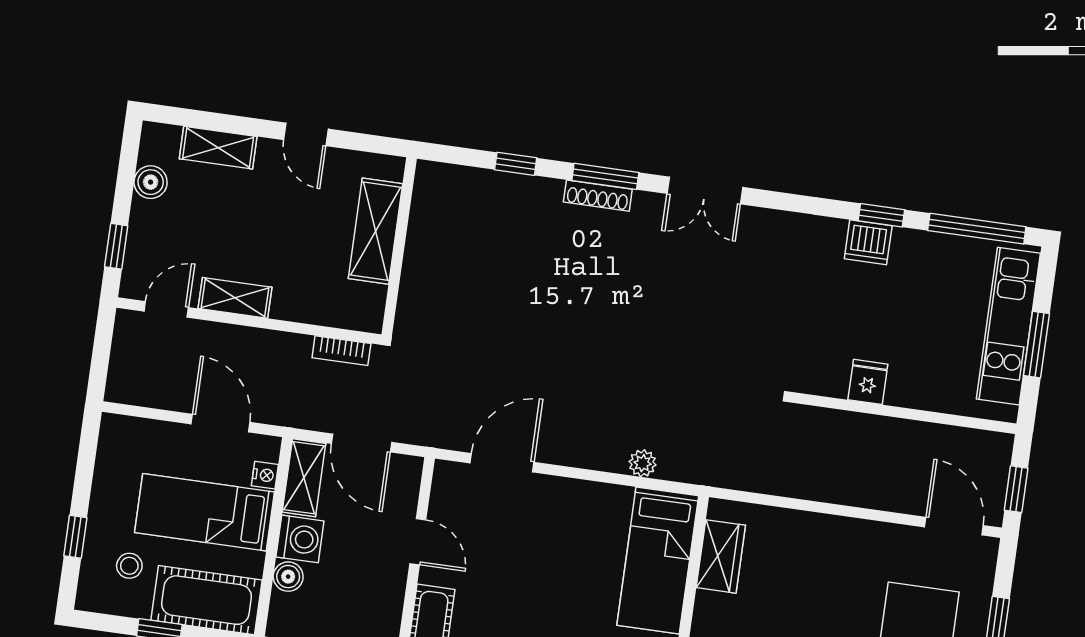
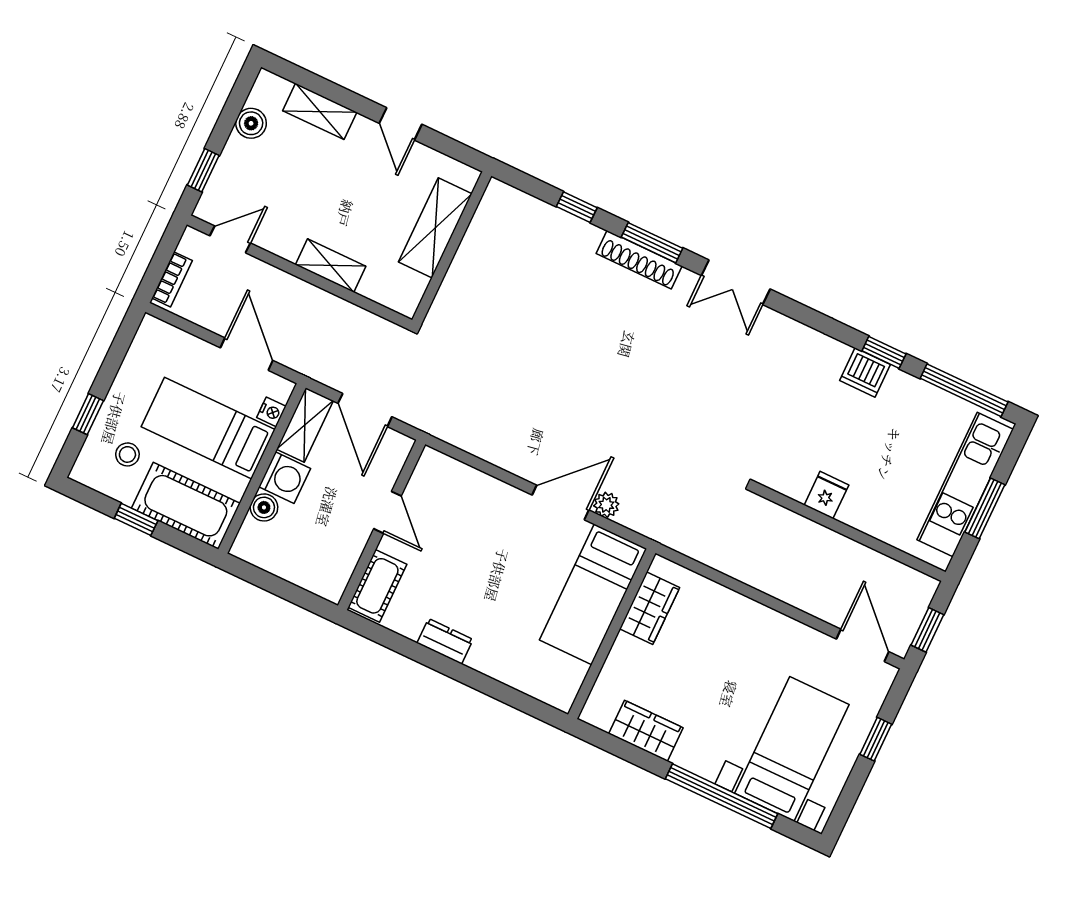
shoe rack: (598, 196) -> (639, 260), width x1.36, depth x1.24
shelving: (235, 298) -> (331, 266), moved
bookcase: (341, 351) -> (172, 279), moved, turned -90
door: (502, 463) -> (560, 503), moved

